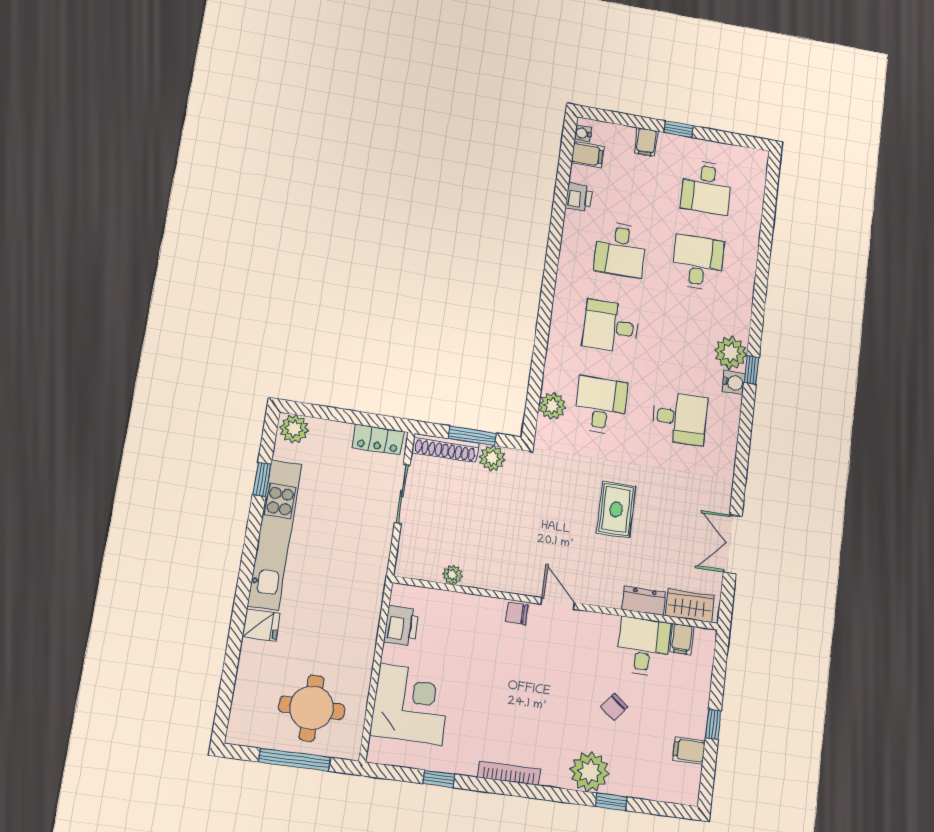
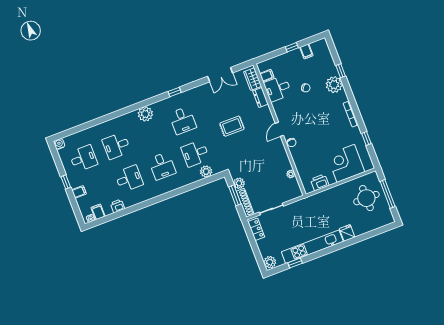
window: (752, 370) -> (175, 92), moved
water cooler: (733, 383) -> (59, 144), moved
desk: (680, 418) -> (183, 120), turned 180

